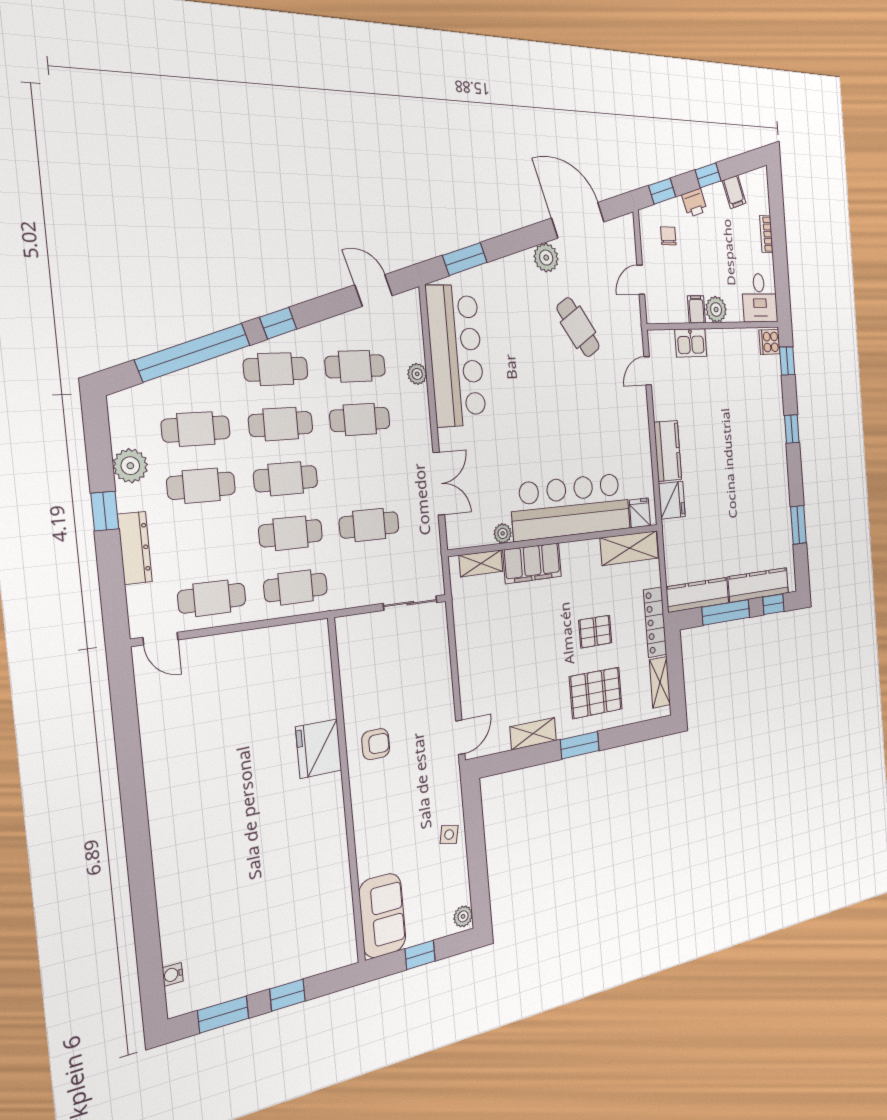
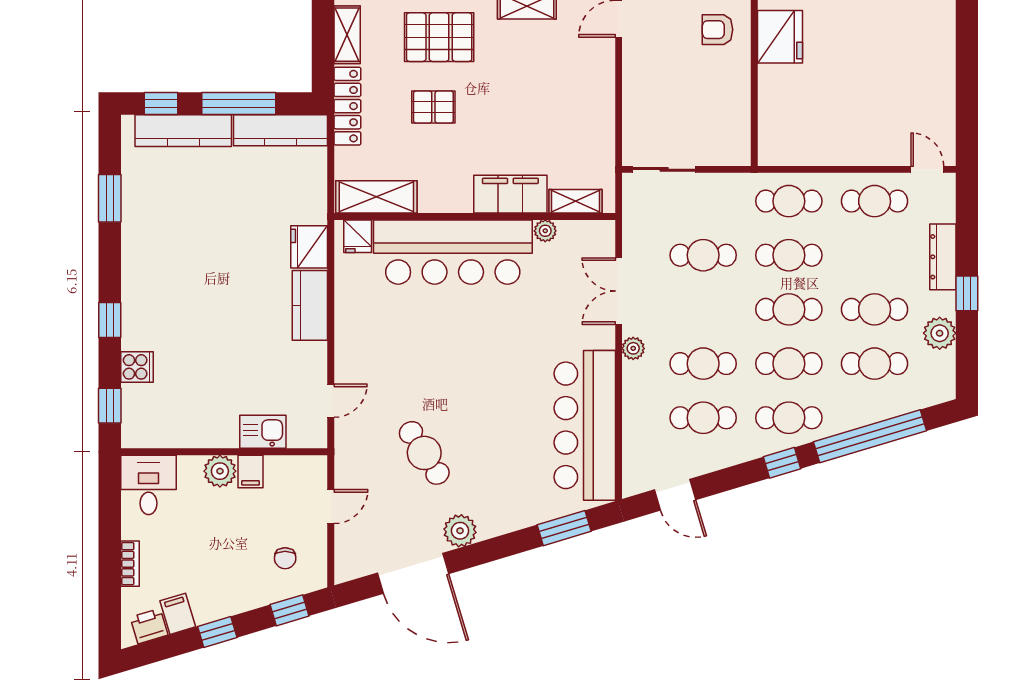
printer: (694, 203) -> (149, 626), moved
cooker: (770, 342) -> (137, 367), moved
plant: (417, 374) -> (633, 348), moved

